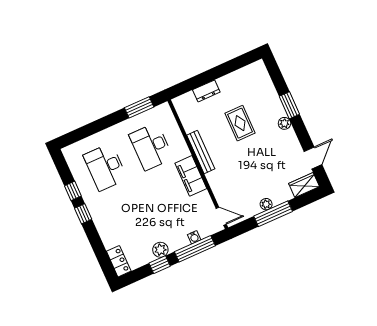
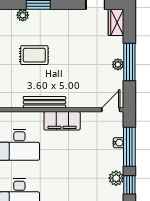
plant: (284, 123) -> (23, 15), moved

